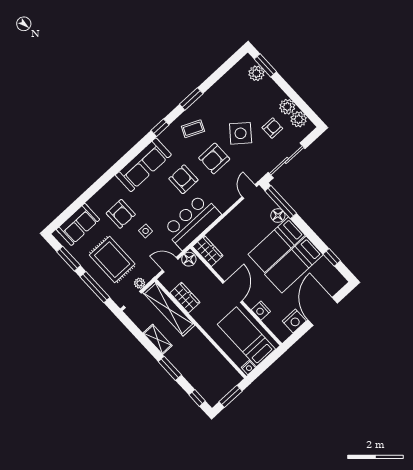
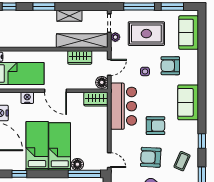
armchair: (214, 158) -> (151, 157), turned -87
sofa: (143, 165) -> (188, 102), width x0.73

